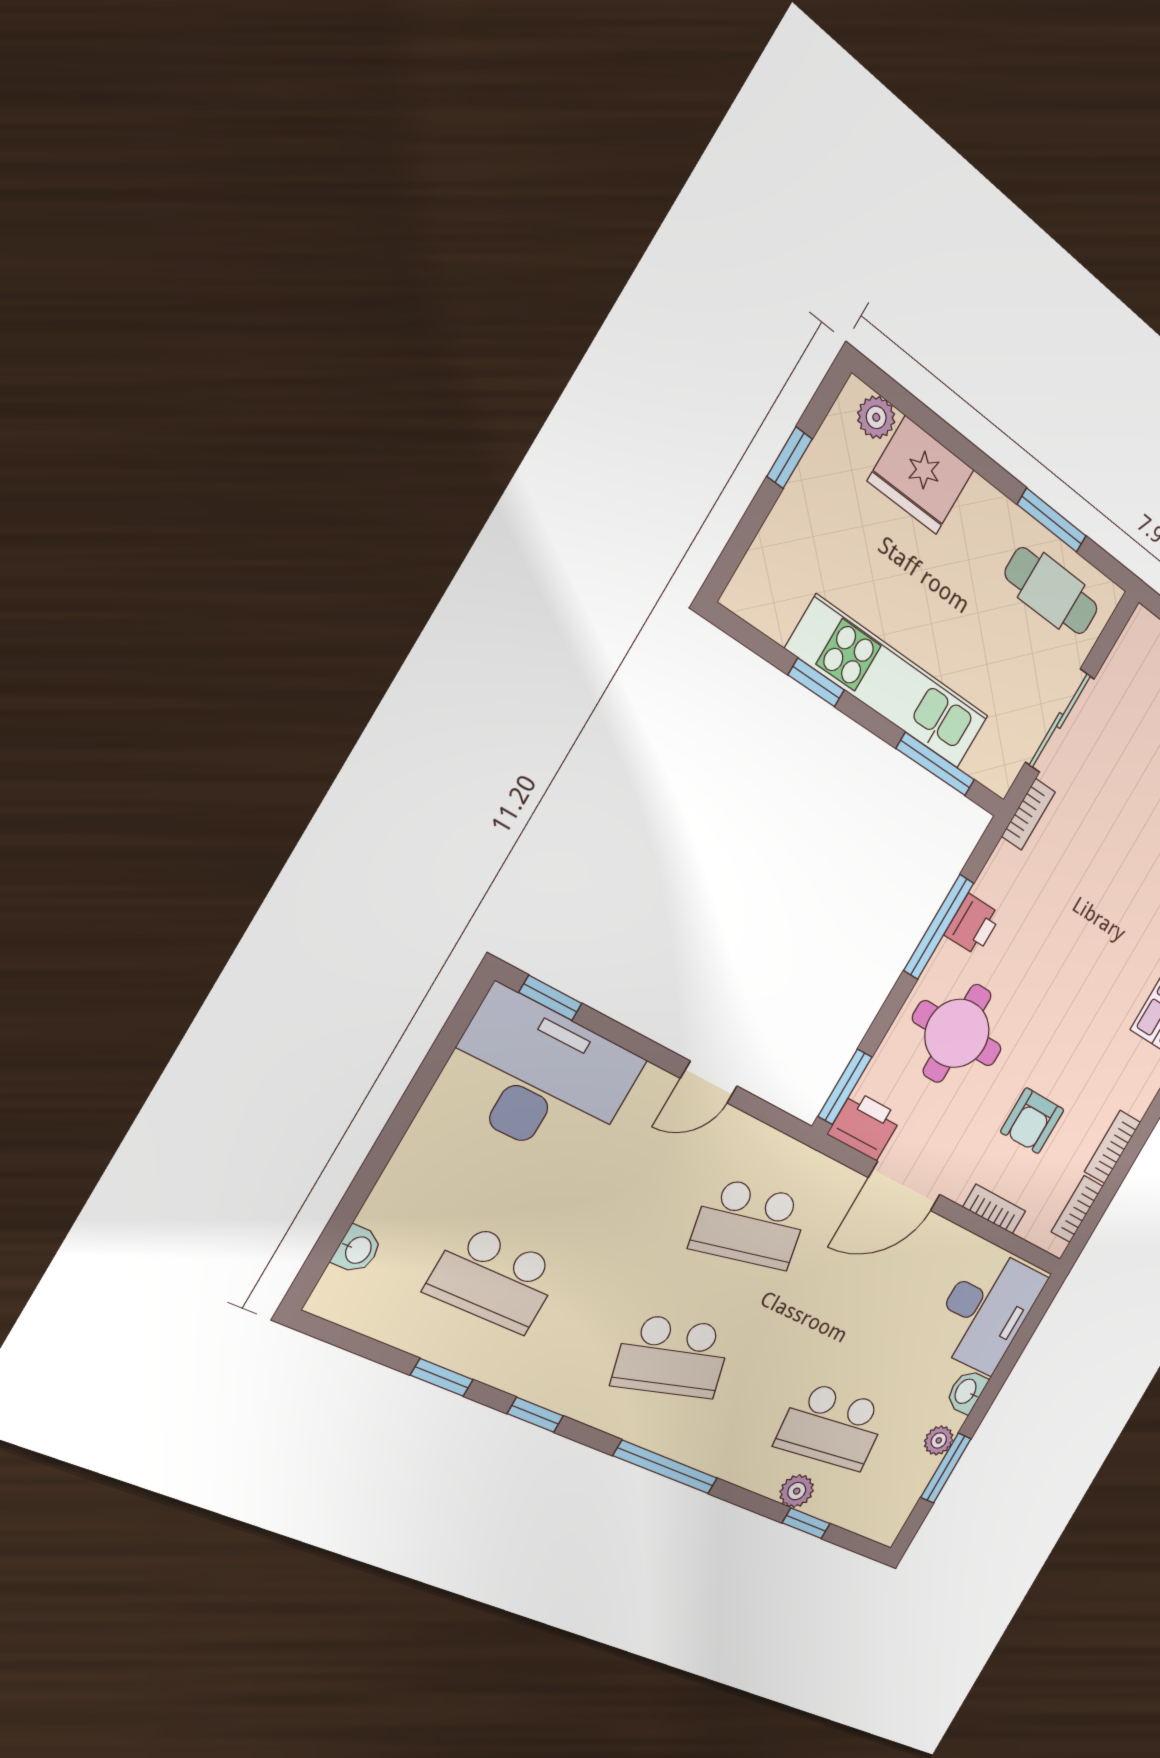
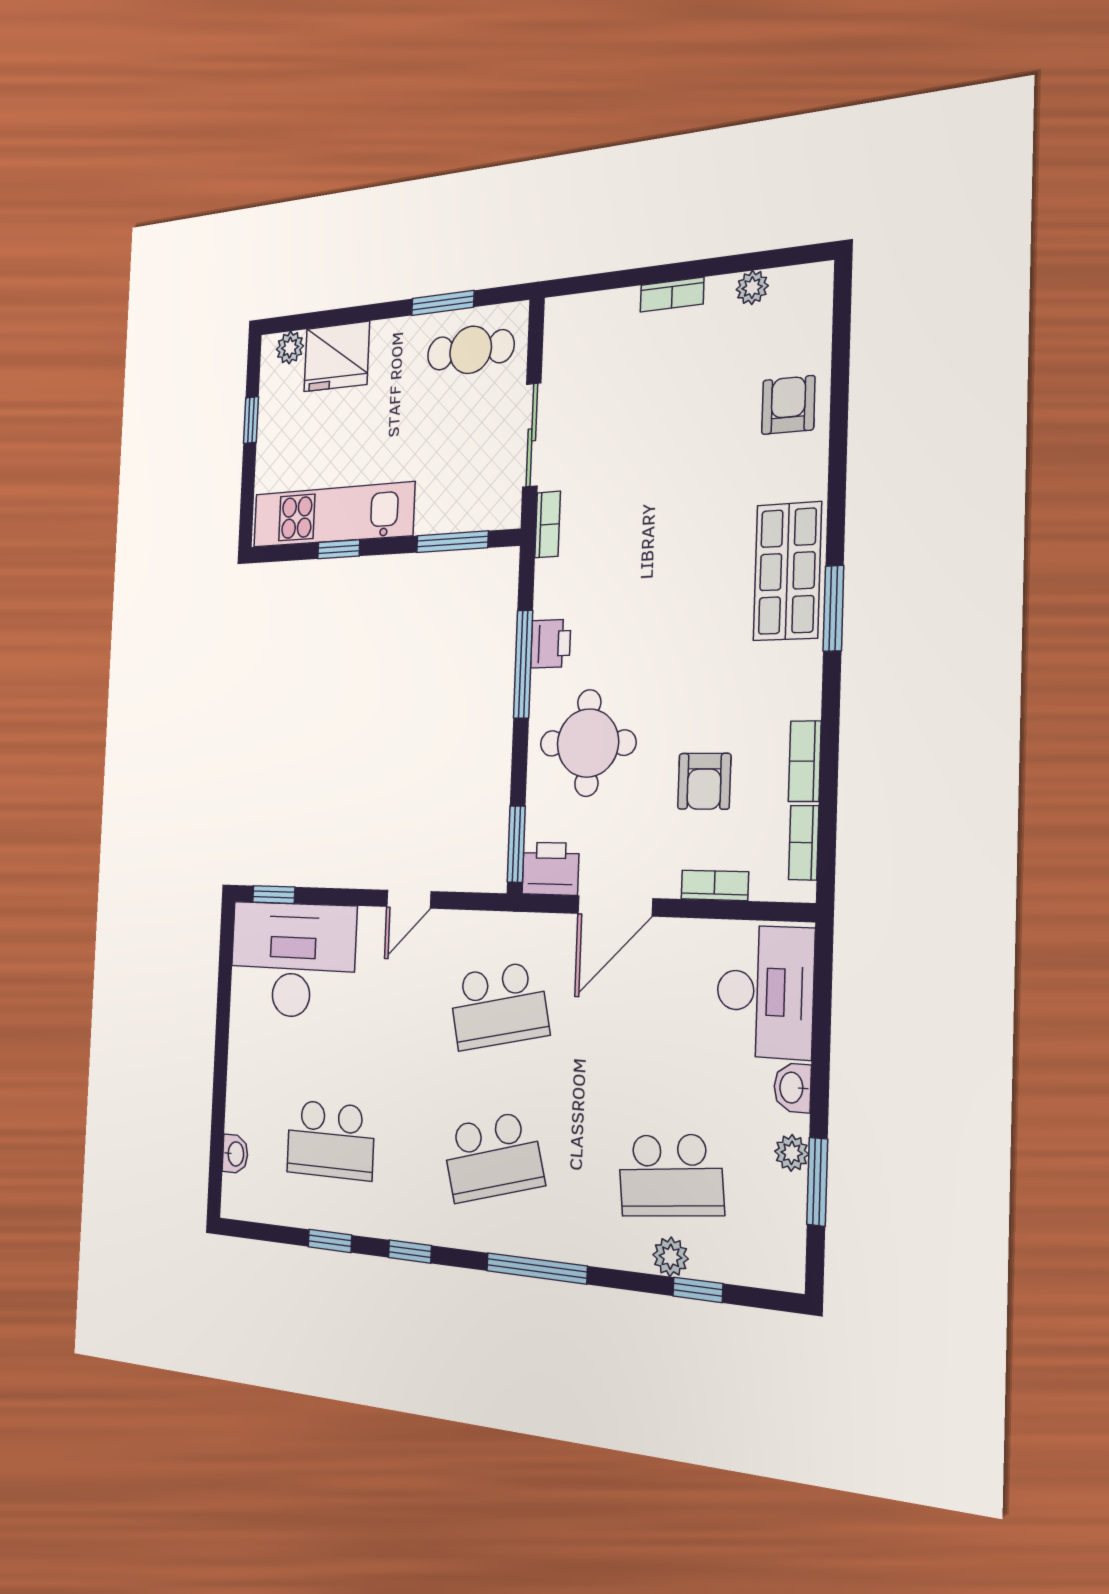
kitchen unit: (889, 683) -> (333, 515), moved

